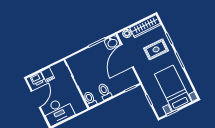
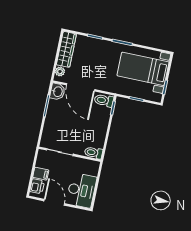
rug: (156, 49) -> (95, 56), removed
toilet: (105, 91) -> (104, 100), moved

